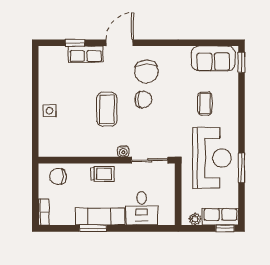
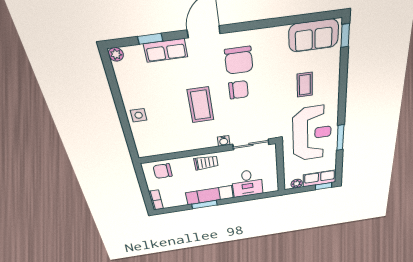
plant: (44, 52) -> (116, 54), added

